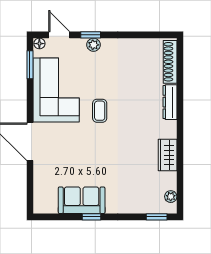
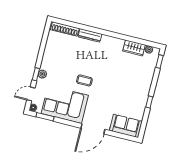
wardrobe: (168, 155) -> (134, 48), moved
sofa: (82, 200) -> (126, 126), moved, turned 90

